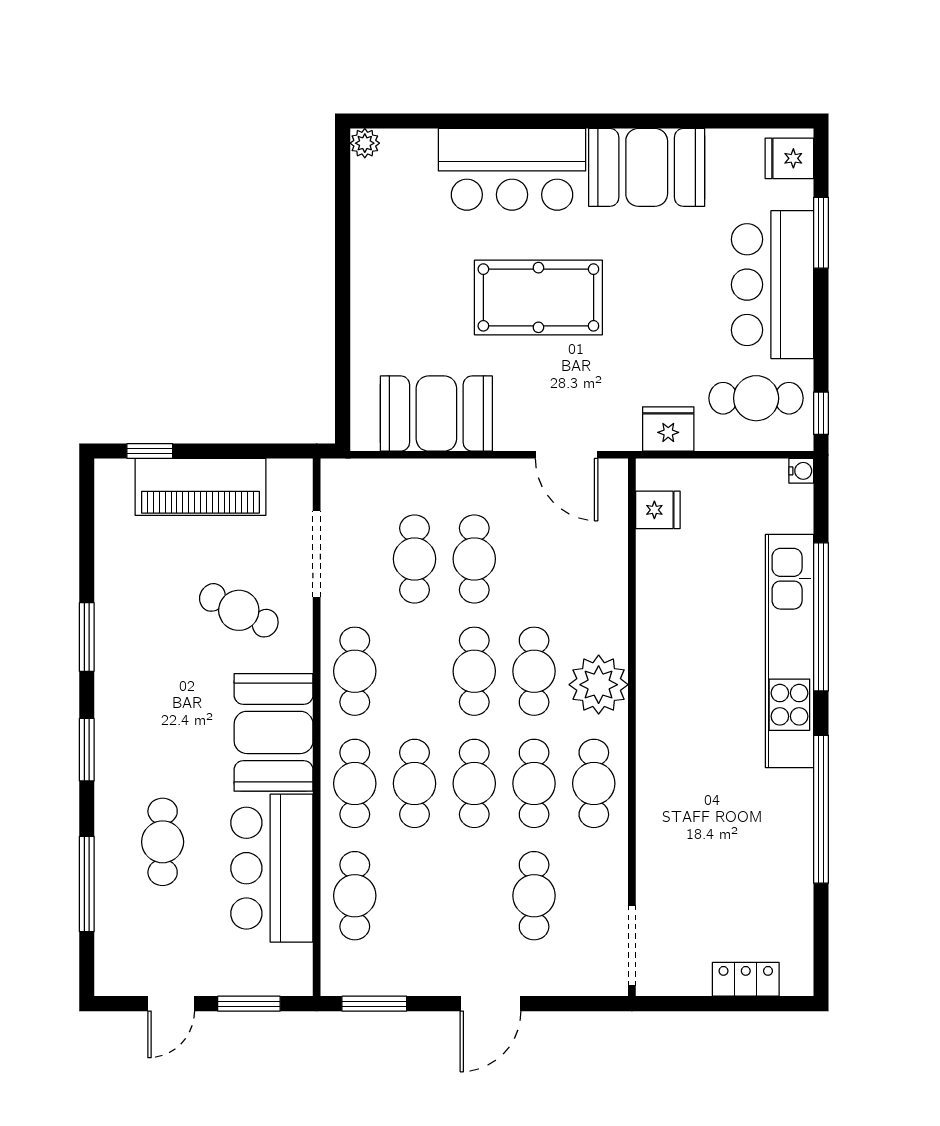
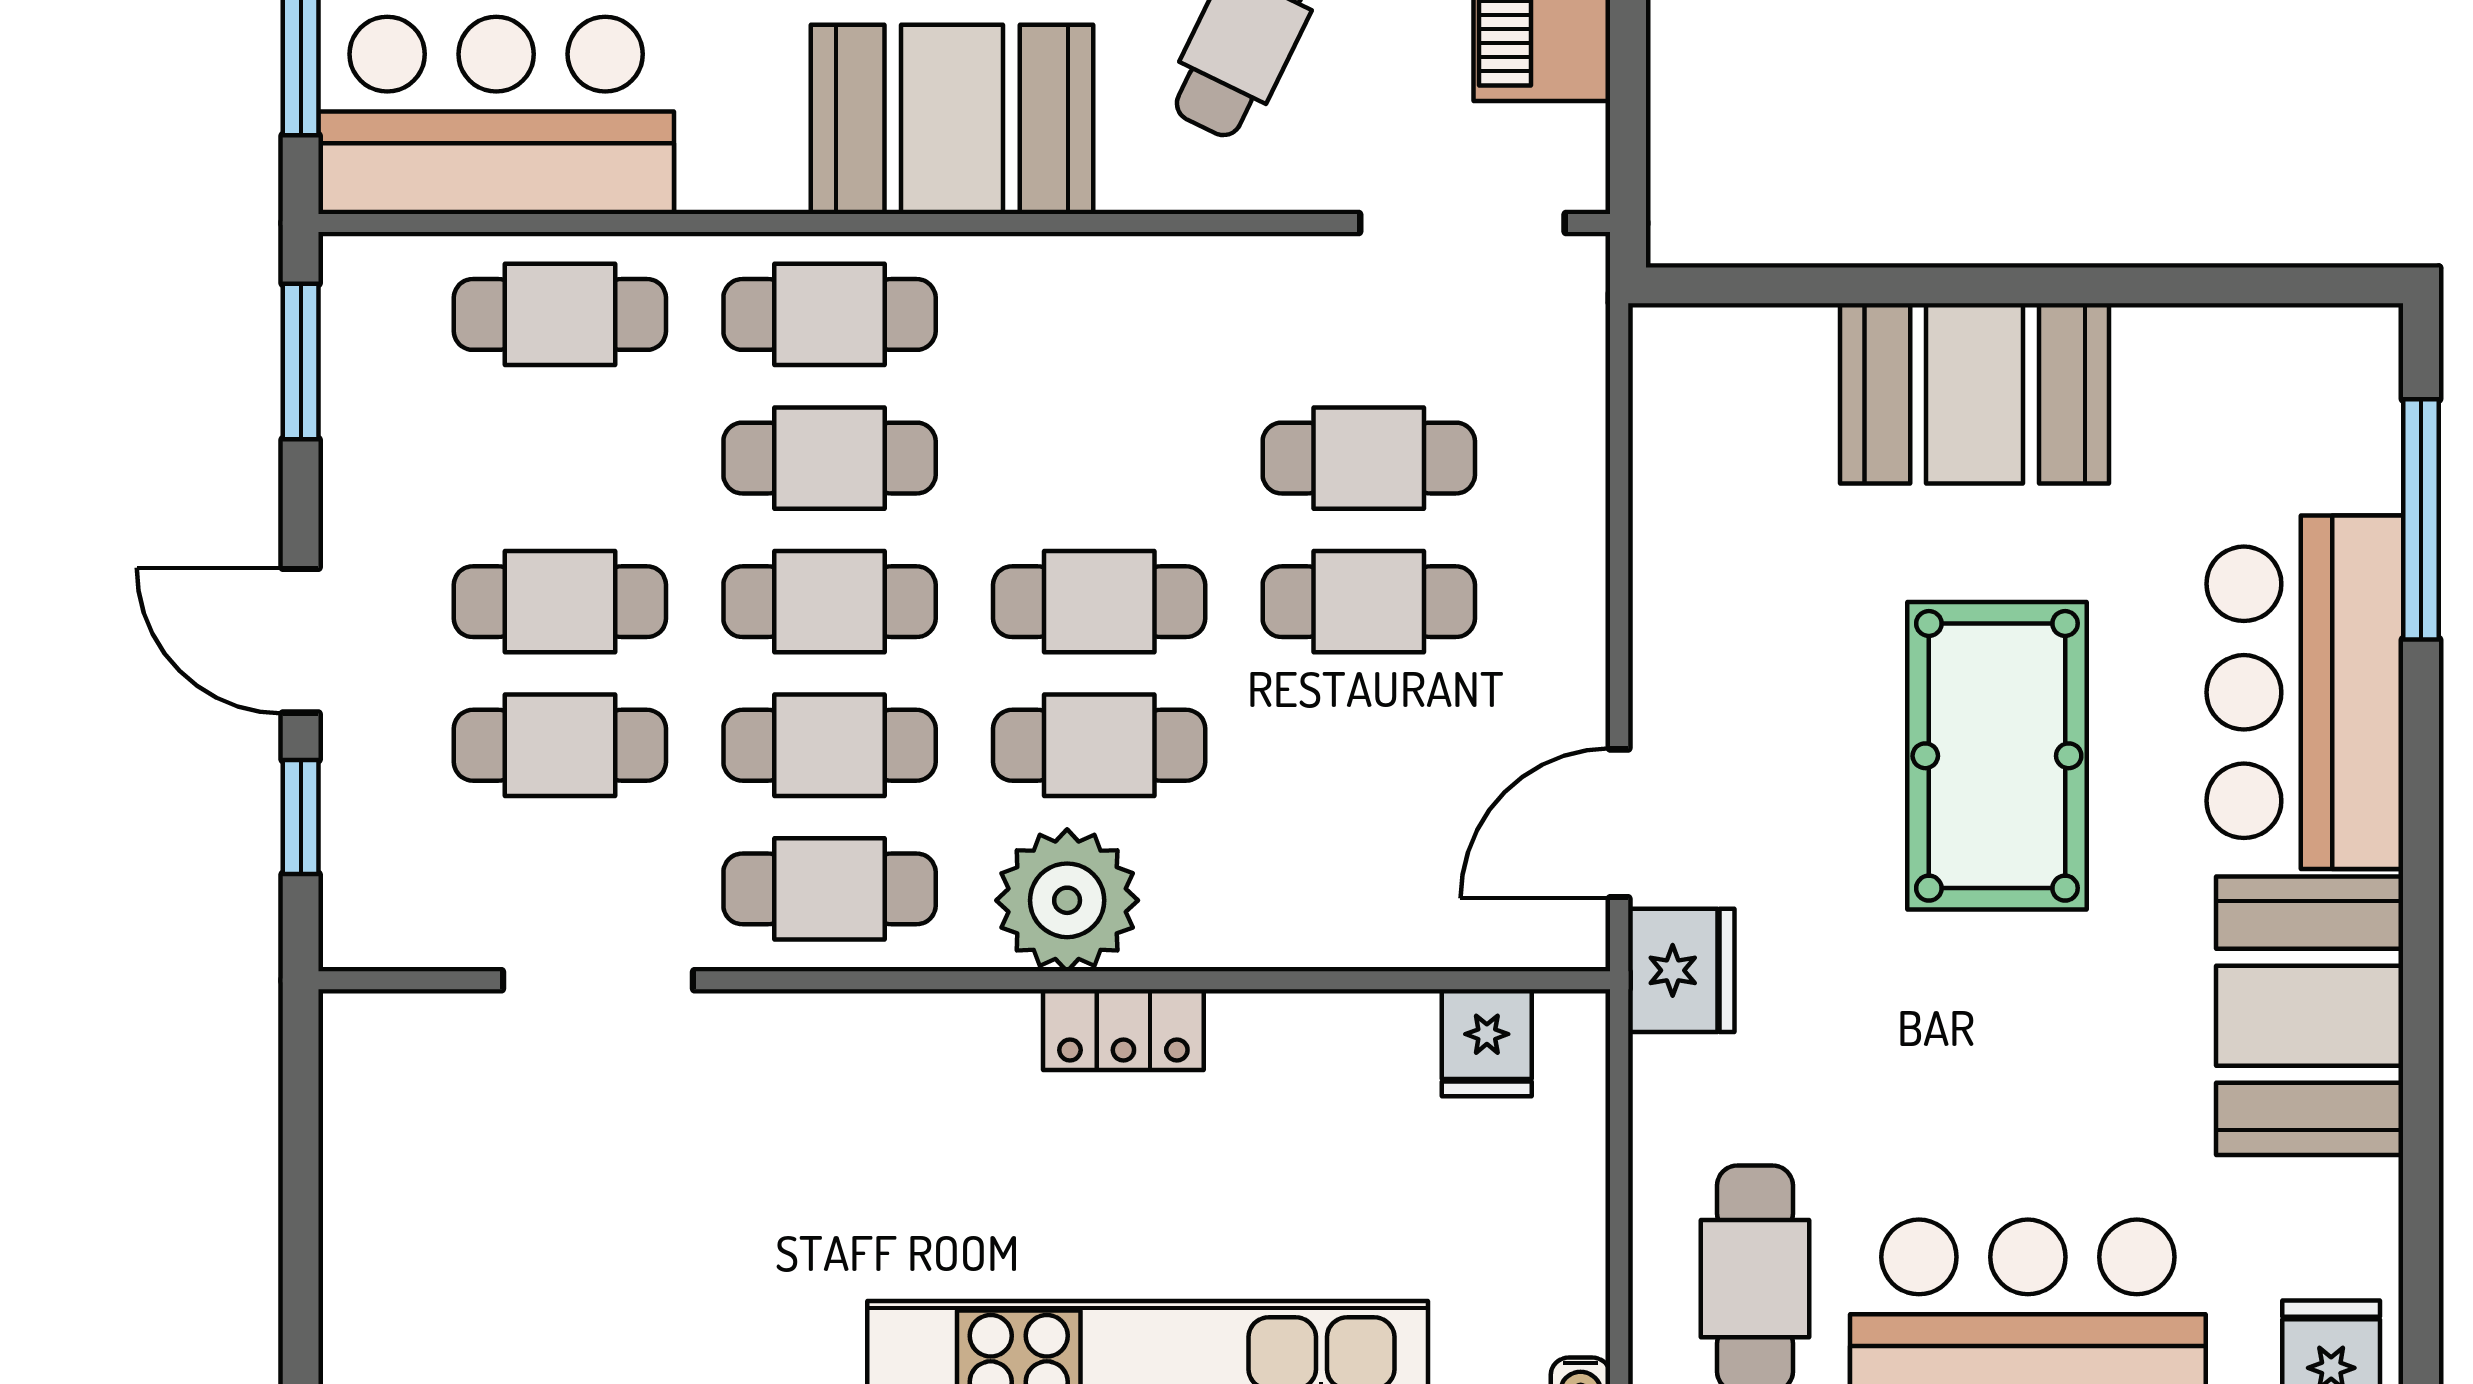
window: (440, 121) -> (2421, 519), added
plant: (365, 143) -> (2368, 339), removed
booth: (436, 414) -> (1975, 393), moved, turned 90
fridge: (668, 429) -> (1681, 970), moved
doorway: (317, 554) -> (1462, 223), moved
cafe table: (355, 671) -> (560, 602), moved
bar counter: (272, 868) -> (496, 115), moved
doorway: (632, 946) -> (598, 980), moved
locker: (746, 979) -> (1123, 1030), moved, turned 90
window: (564, 1004) -> (301, 817), added

